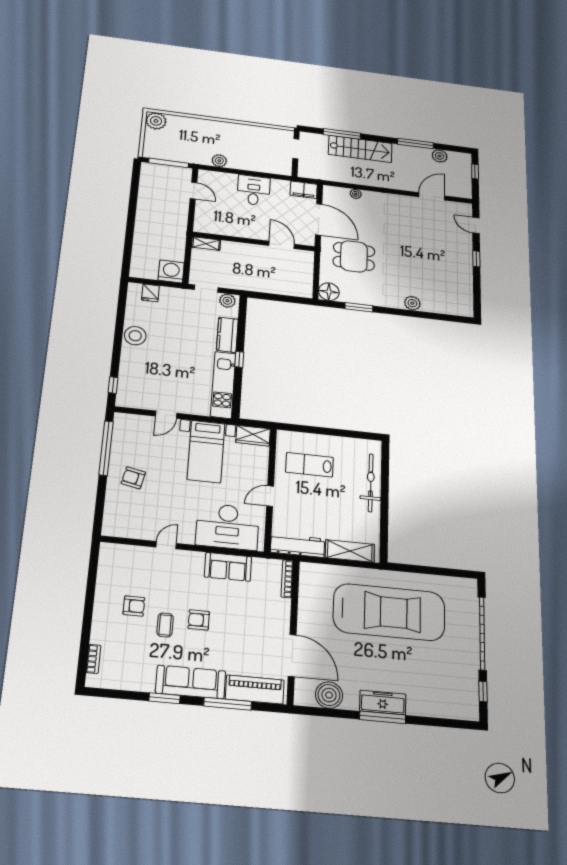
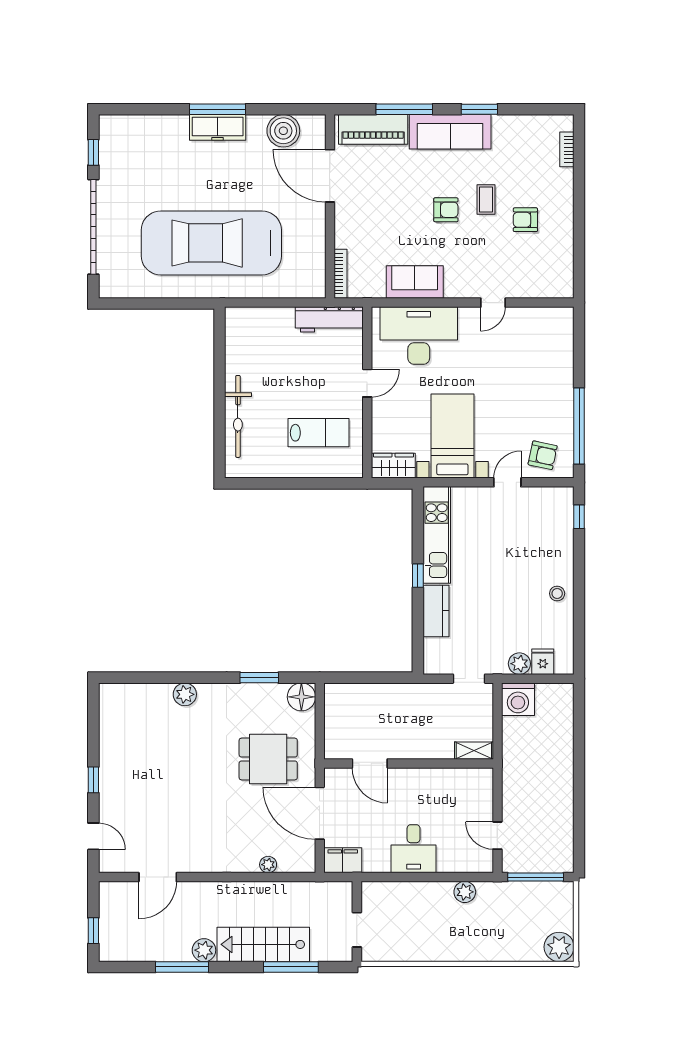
plant: (440, 156) -> (204, 950), moved
plant: (227, 301) -> (519, 664), moved
stool: (135, 336) -> (557, 593), width x0.53, depth x0.53
armchair: (133, 478) -> (543, 455), moved
shelving: (350, 551) -> (263, 319), removed

